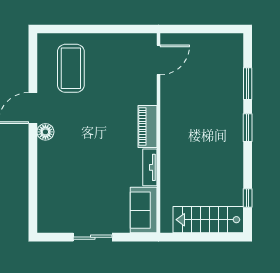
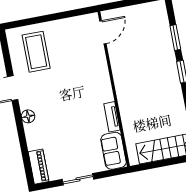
piano: (147, 126) -> (38, 167), moved, turned 180
floor lamp: (45, 132) -> (28, 116), moved

